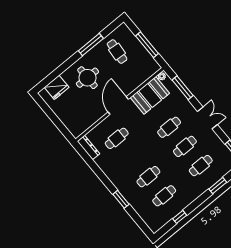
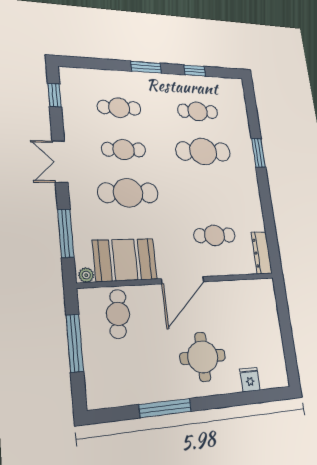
cafe table: (117, 52) -> (118, 314), moved
fridge: (57, 87) -> (250, 380), width x0.53, depth x0.75
cafe table: (169, 127) -> (128, 193), width x1.37, depth x1.35
cafe table: (148, 177) -> (203, 151), width x1.37, depth x1.35
window: (218, 186) -> (146, 67), moved

